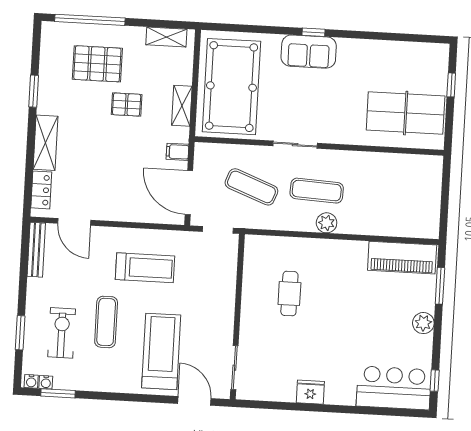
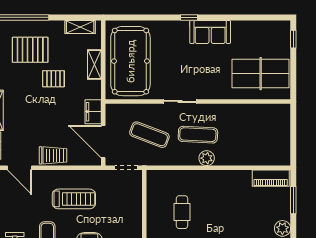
sofa: (309, 52) -> (210, 32), moved
window: (451, 85) -> (293, 39), moved
shelving: (182, 106) -> (94, 65), moved
filing cabinet: (177, 152) -> (93, 112), width x2.00
trolley: (120, 208) -> (53, 155), added
piano: (402, 258) -> (271, 178), width x0.73, depth x0.75

